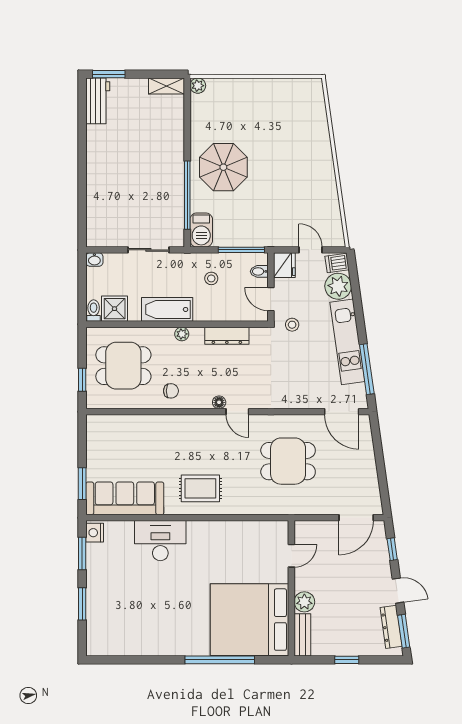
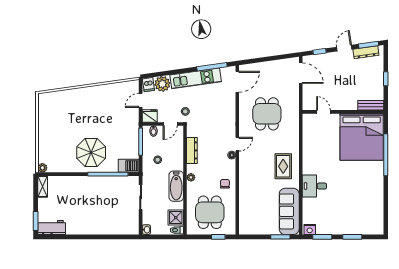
desk: (160, 541) -> (314, 186), width x0.73
plant: (304, 602) -> (351, 104), removed

